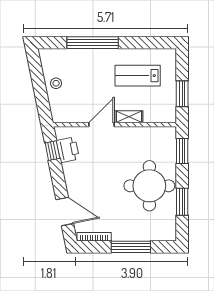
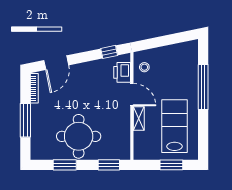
lab bench: (138, 76) -> (174, 126), width x1.36, depth x1.39
stool: (56, 83) -> (144, 67), moved
window: (182, 94) -> (171, 165), moved
printer: (68, 150) -> (122, 72), moved, turned 102

